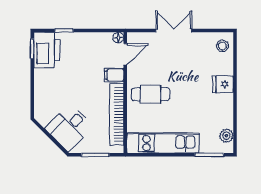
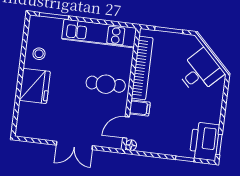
stool: (222, 46) -> (39, 54), moved
fridge: (223, 84) -> (35, 86), width x1.88, depth x1.34
desk: (69, 127) -> (200, 72), moved
plant: (226, 136) -> (34, 33), removed

